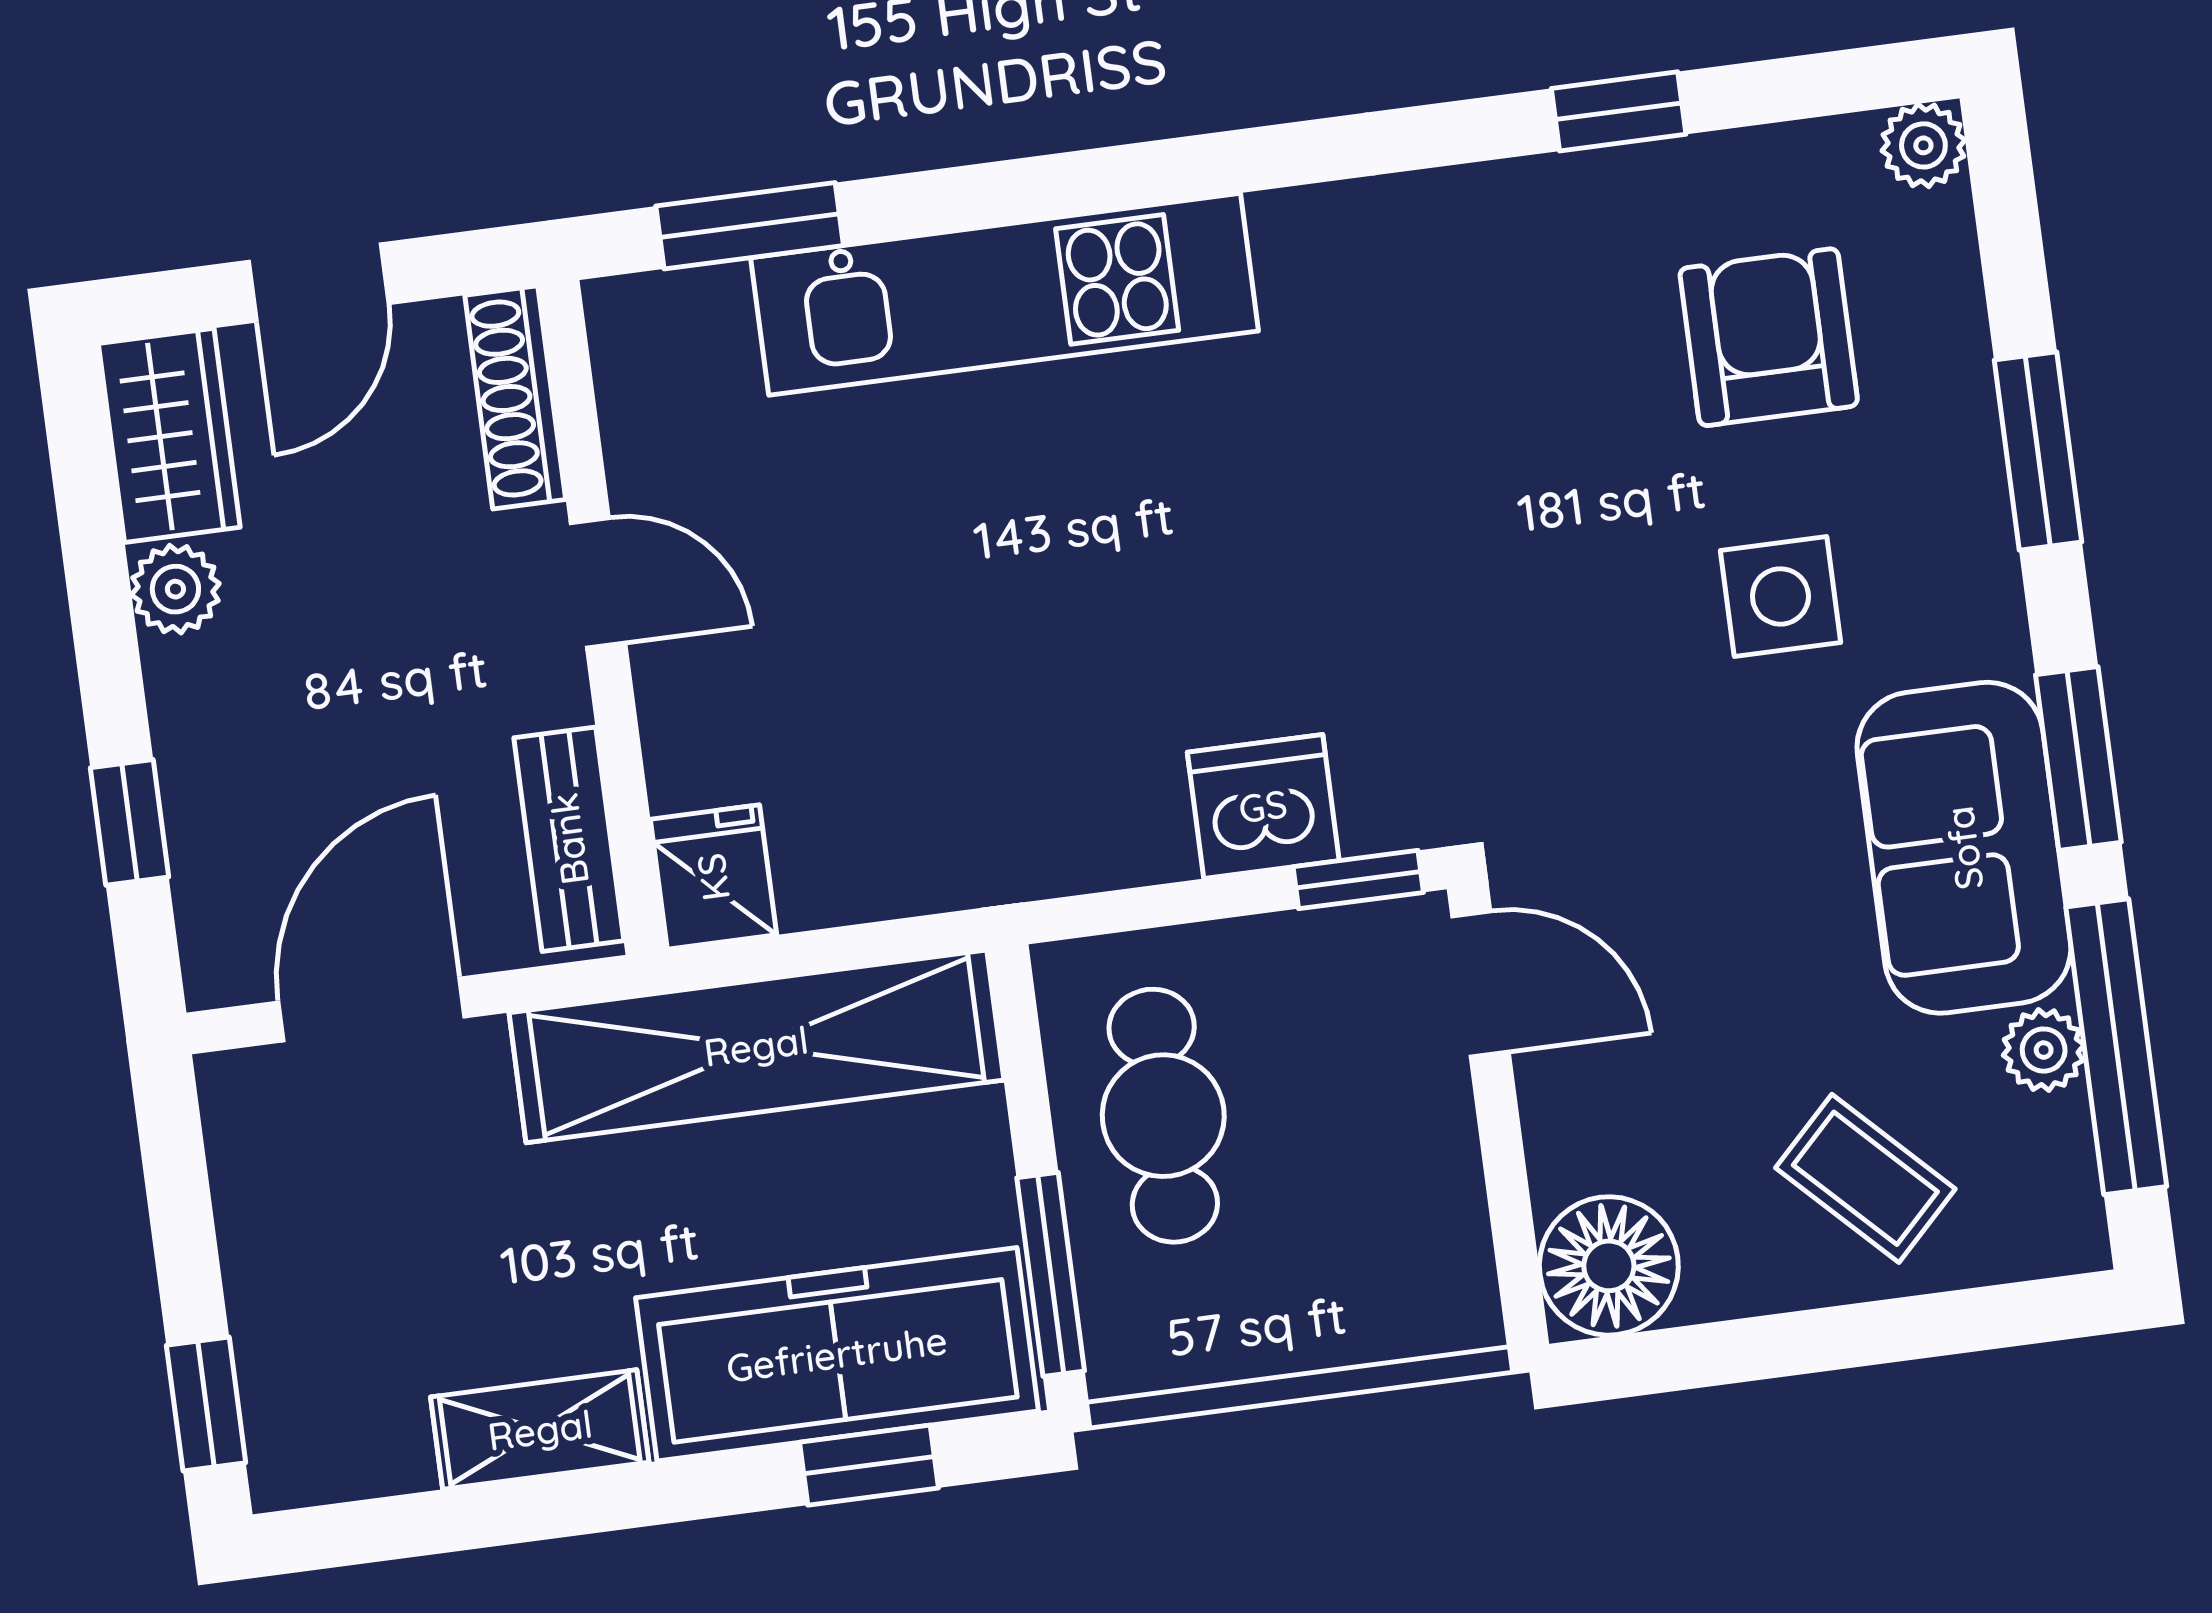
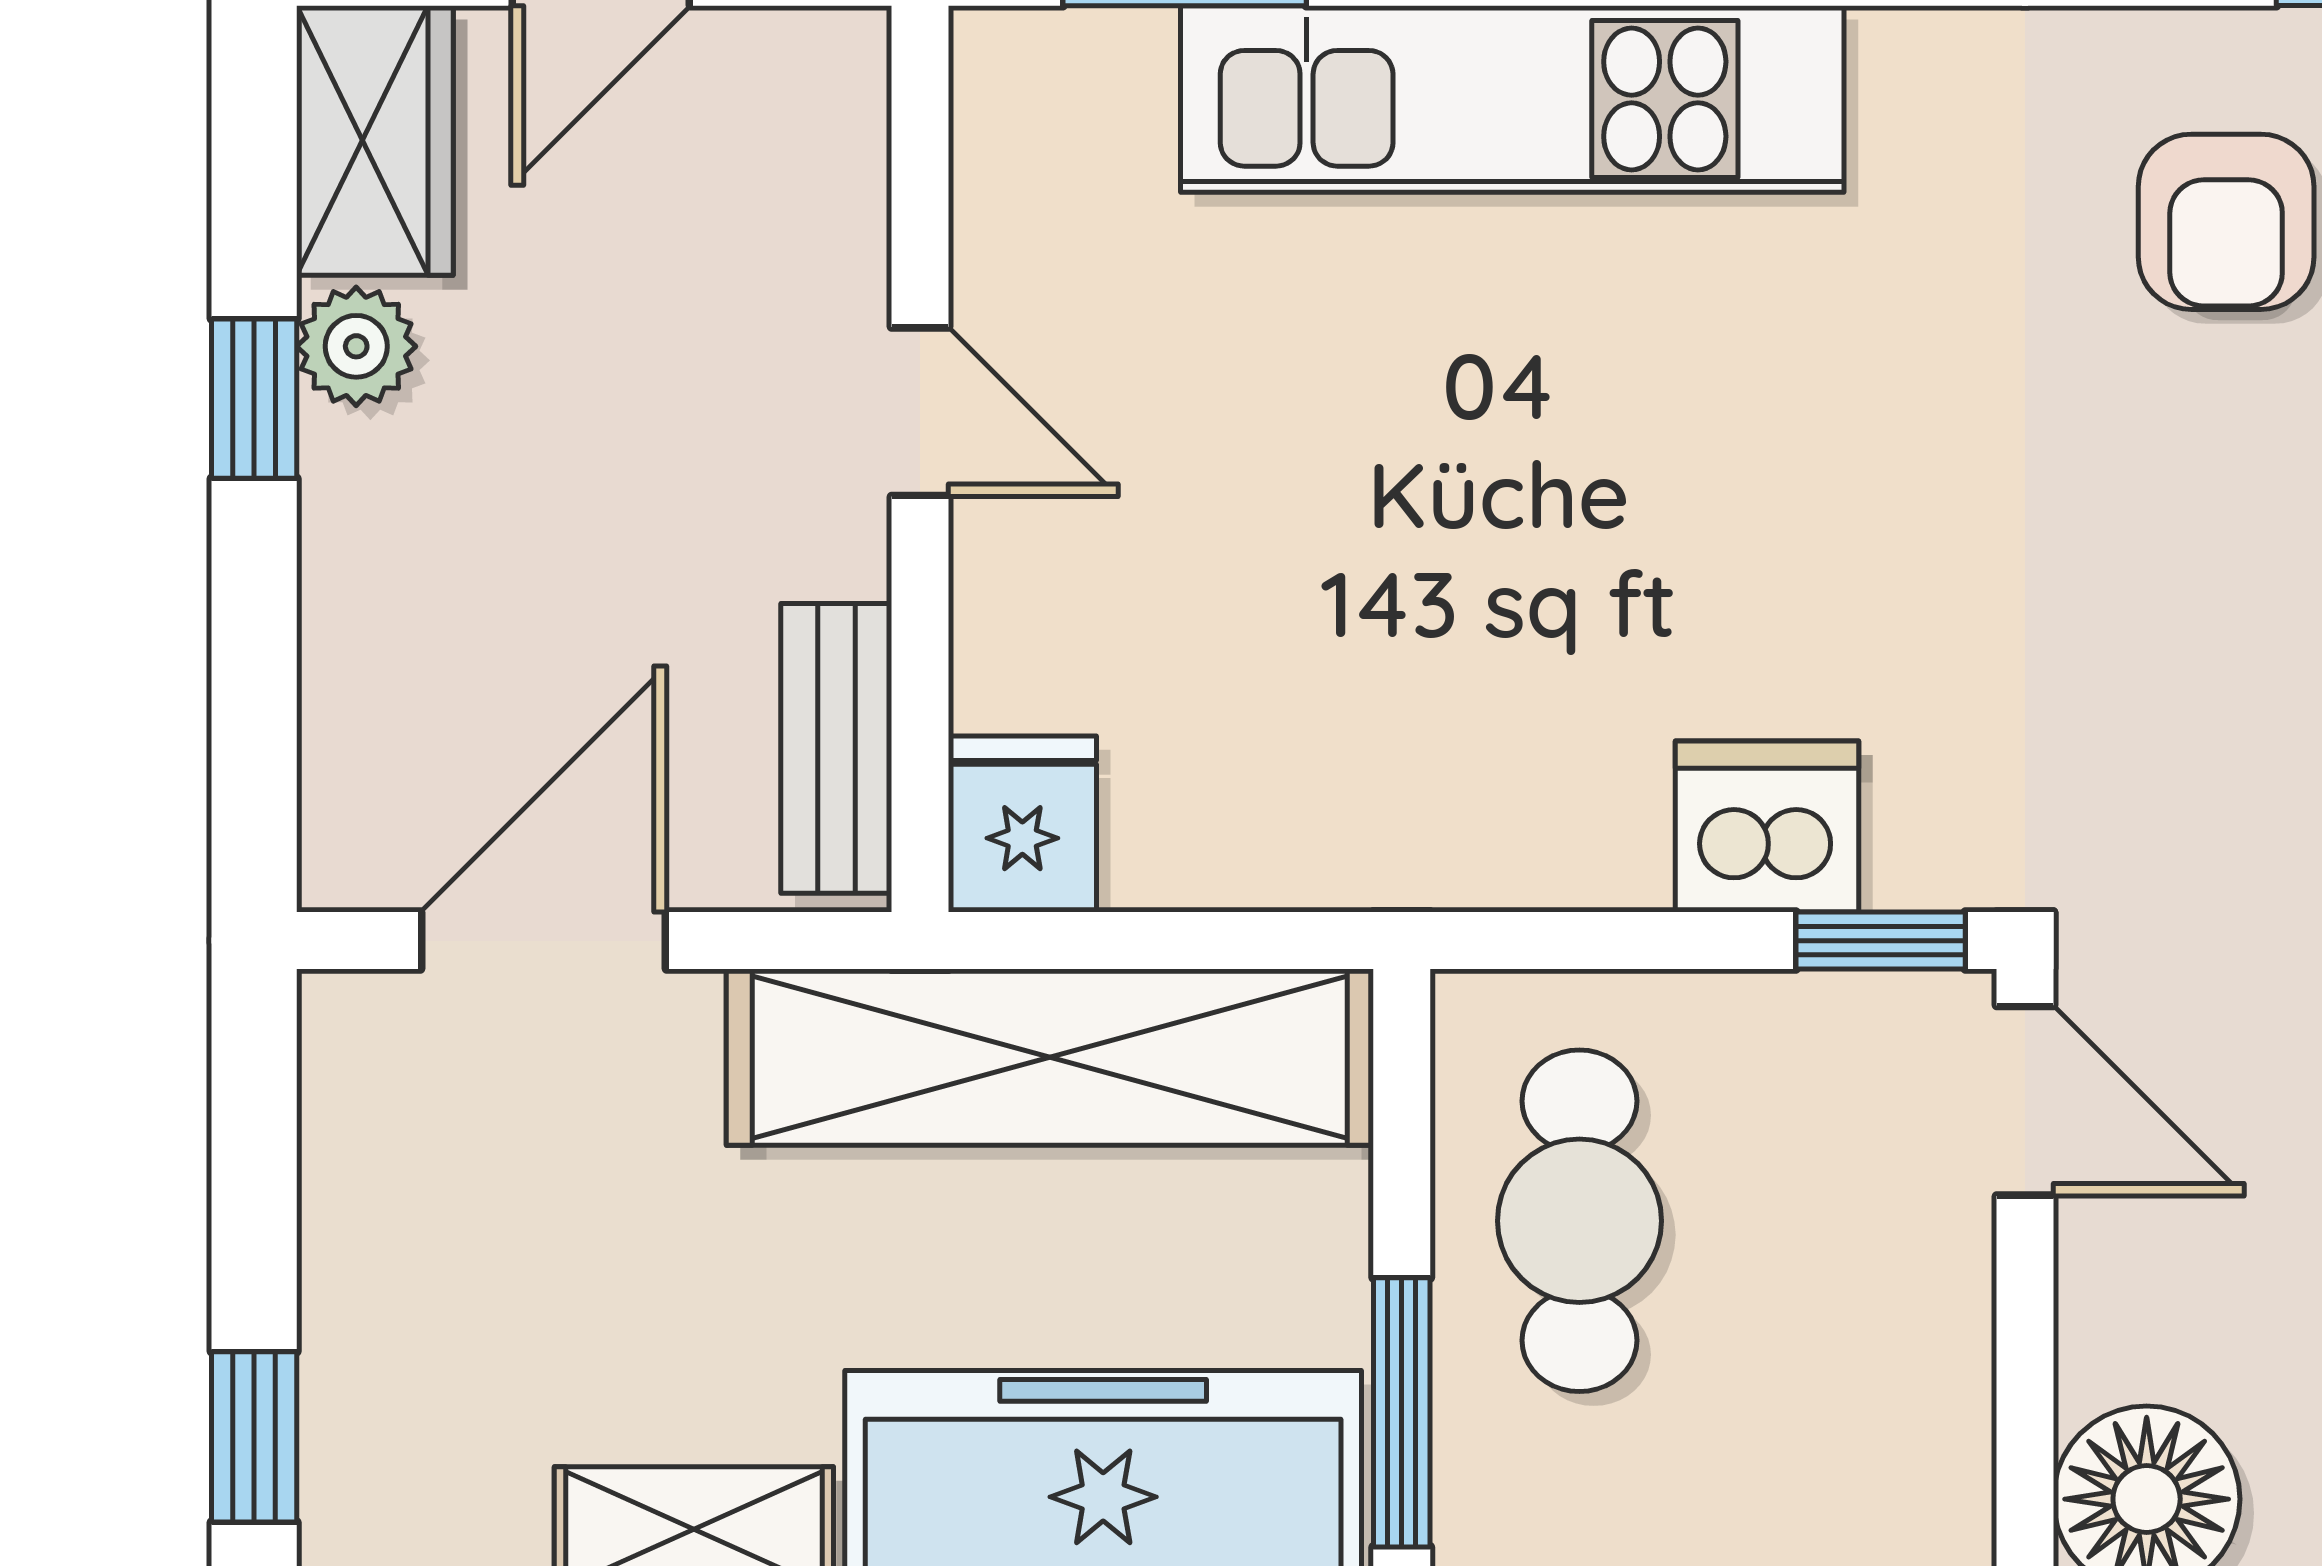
armchair: (1543, 316) -> (2226, 222), added
shoe rack: (515, 397) -> (842, 151), removed
window: (130, 822) -> (254, 399), moved

